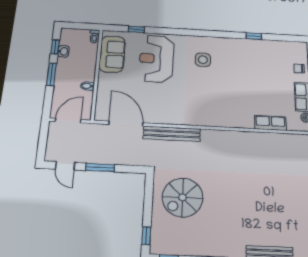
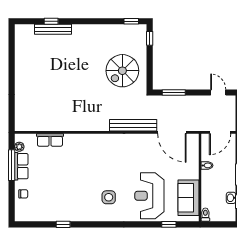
reception desk: (157, 59) -> (149, 196), turned 180
window: (100, 168) -> (174, 93), moved
spiral stairs: (183, 197) -> (122, 71), turned 180

